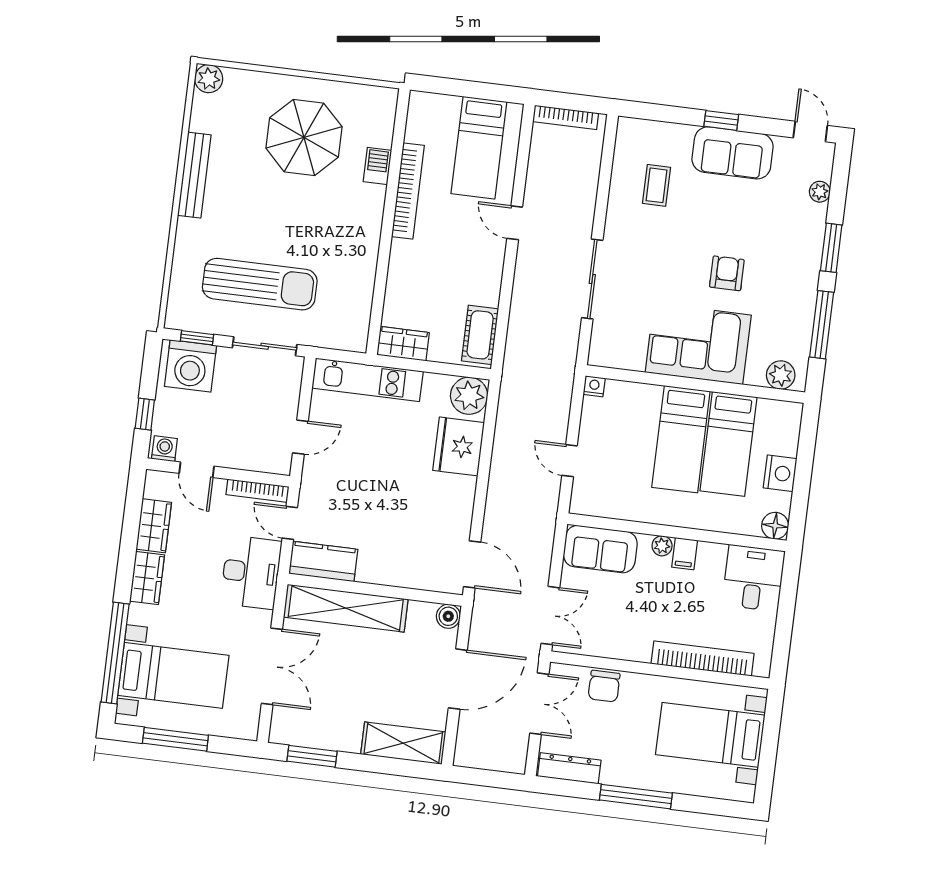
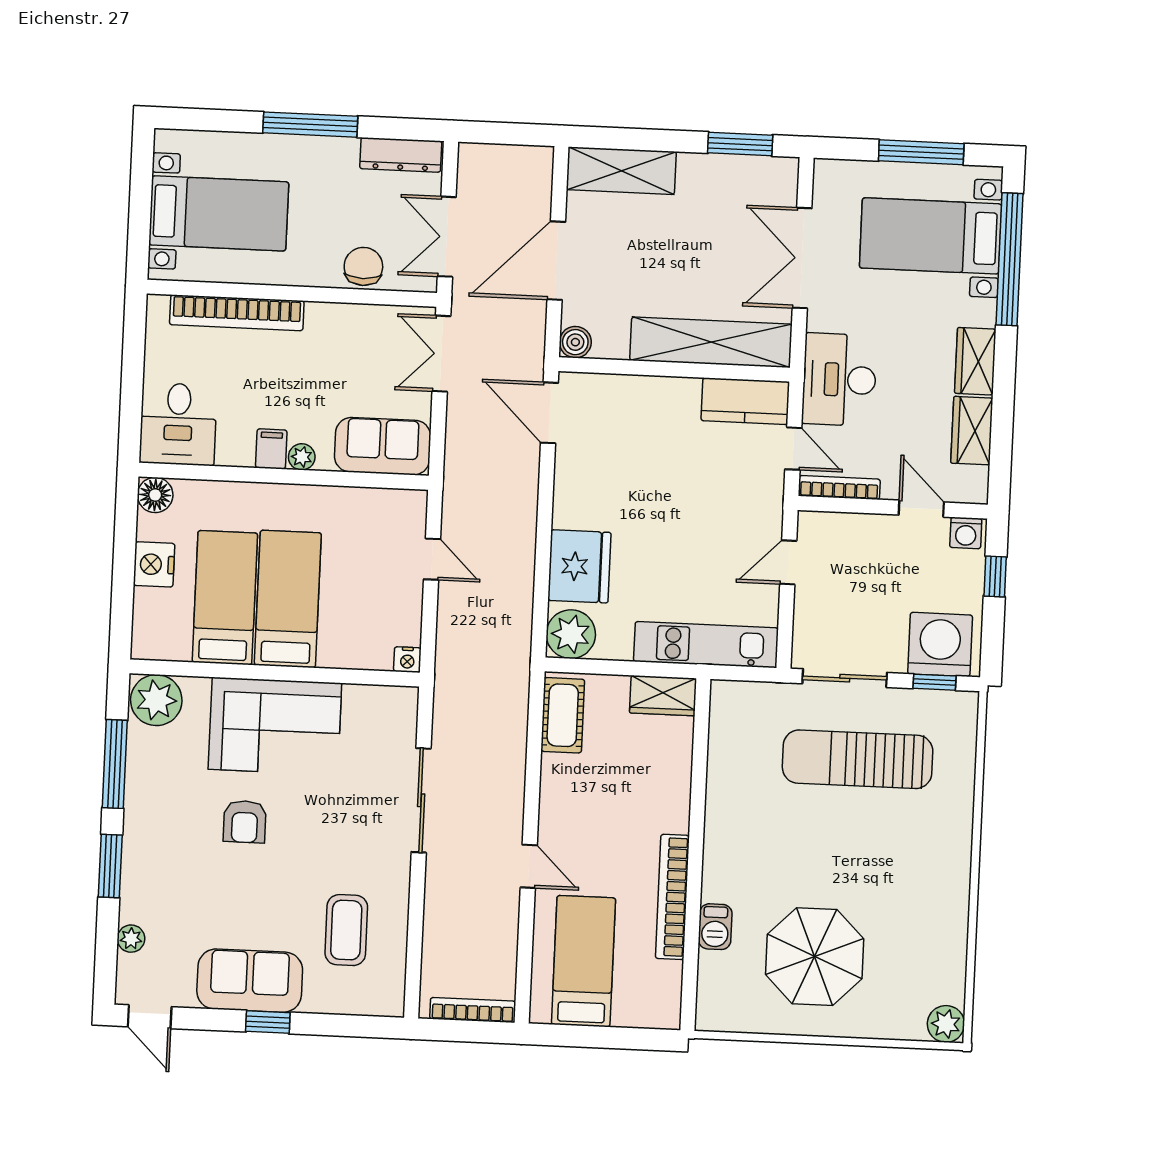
bench: (194, 175) -> (955, 896), removed
coffee table: (656, 185) -> (346, 930), width x1.36, depth x1.30
plant: (781, 375) -> (156, 700), width x1.36, depth x1.36

